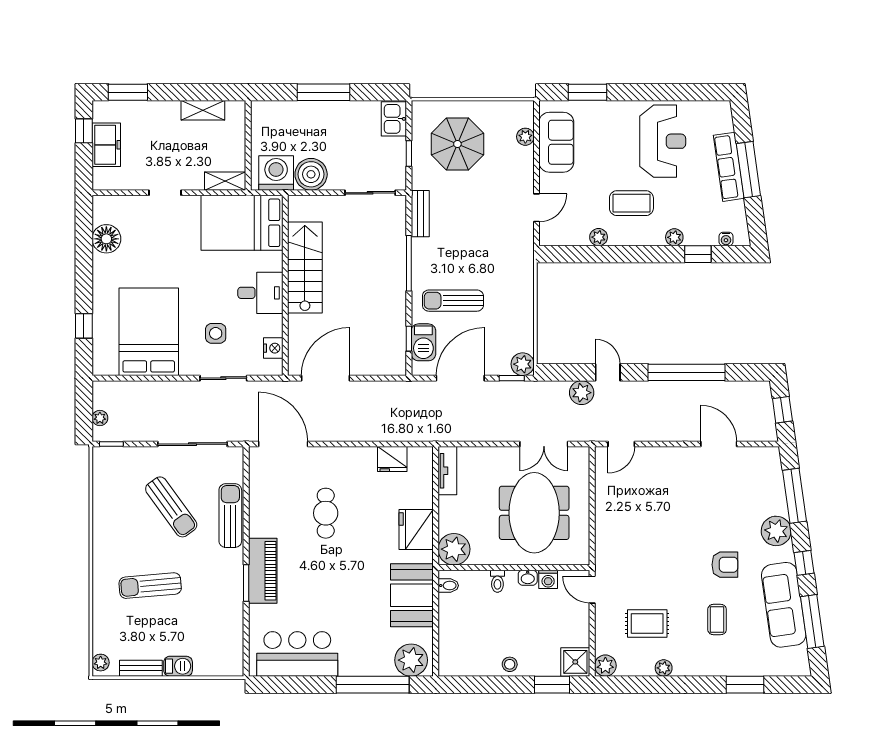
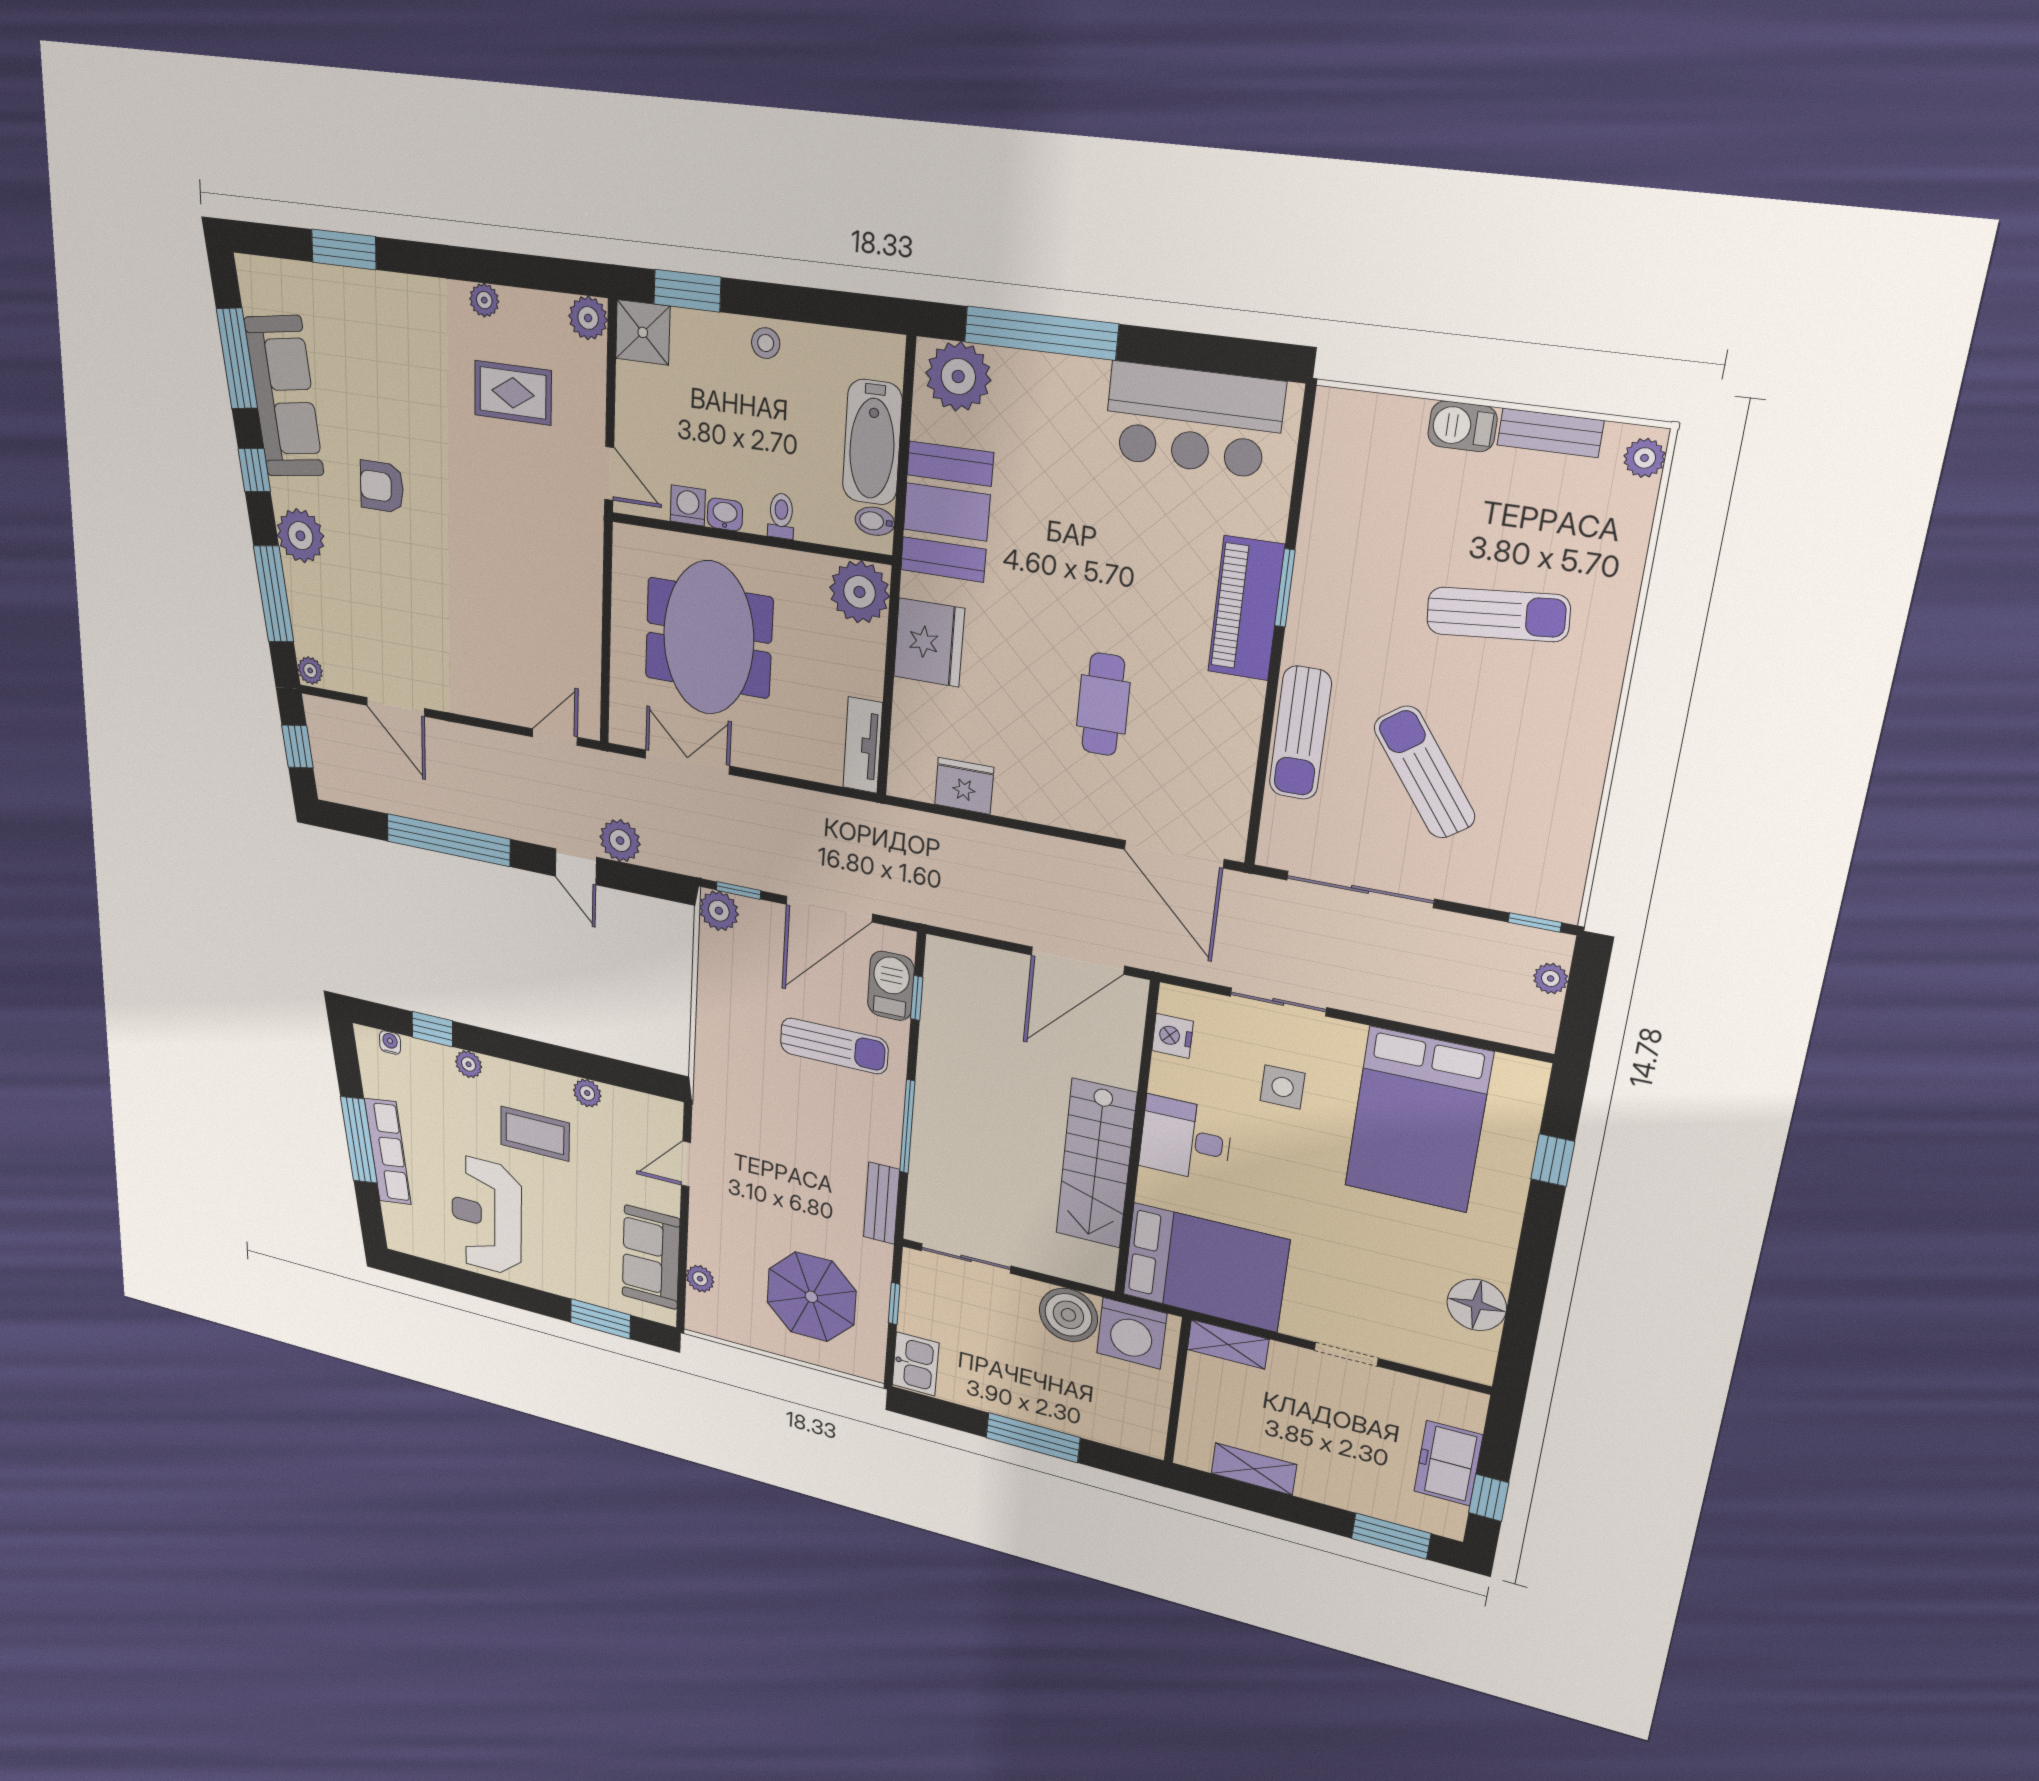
plant: (773, 456) -> (310, 670), added
coffee table: (717, 620) -> (393, 384), removed
bathtub: (452, 624) -> (872, 442), added

